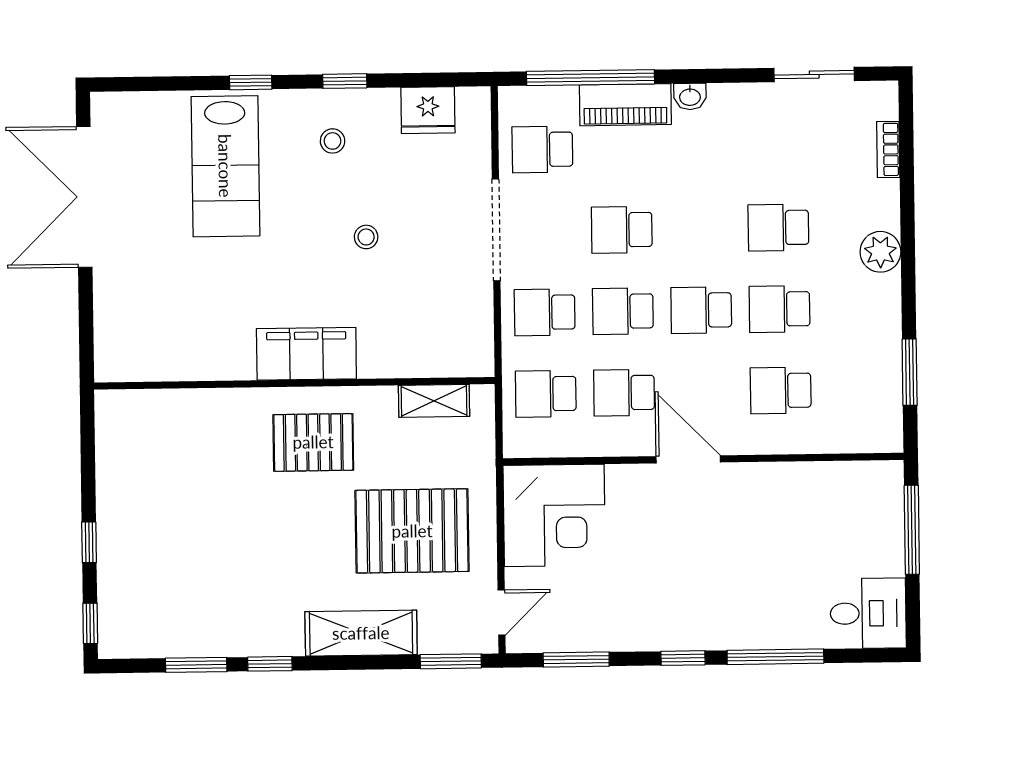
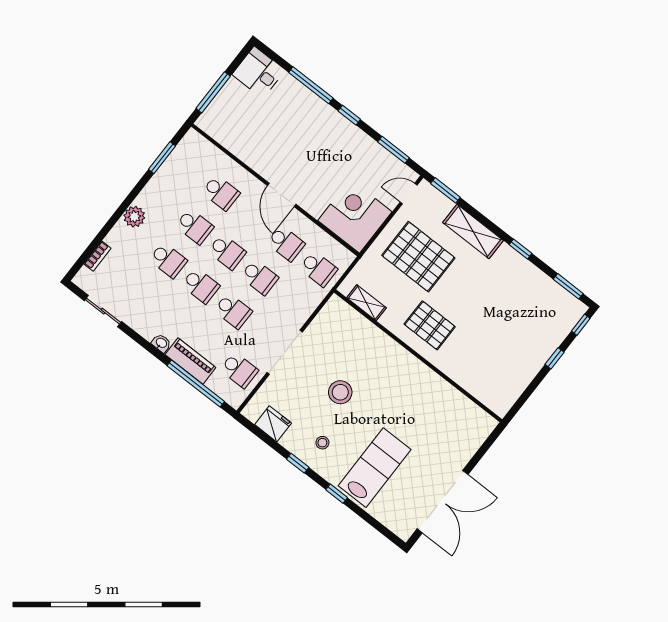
stool: (366, 237) -> (340, 392), width x1.89, depth x1.89
school desk: (545, 312) -> (201, 286), moved
filing cabinet: (306, 354) -> (403, 364), removed
window: (196, 665) -> (568, 286), moved

